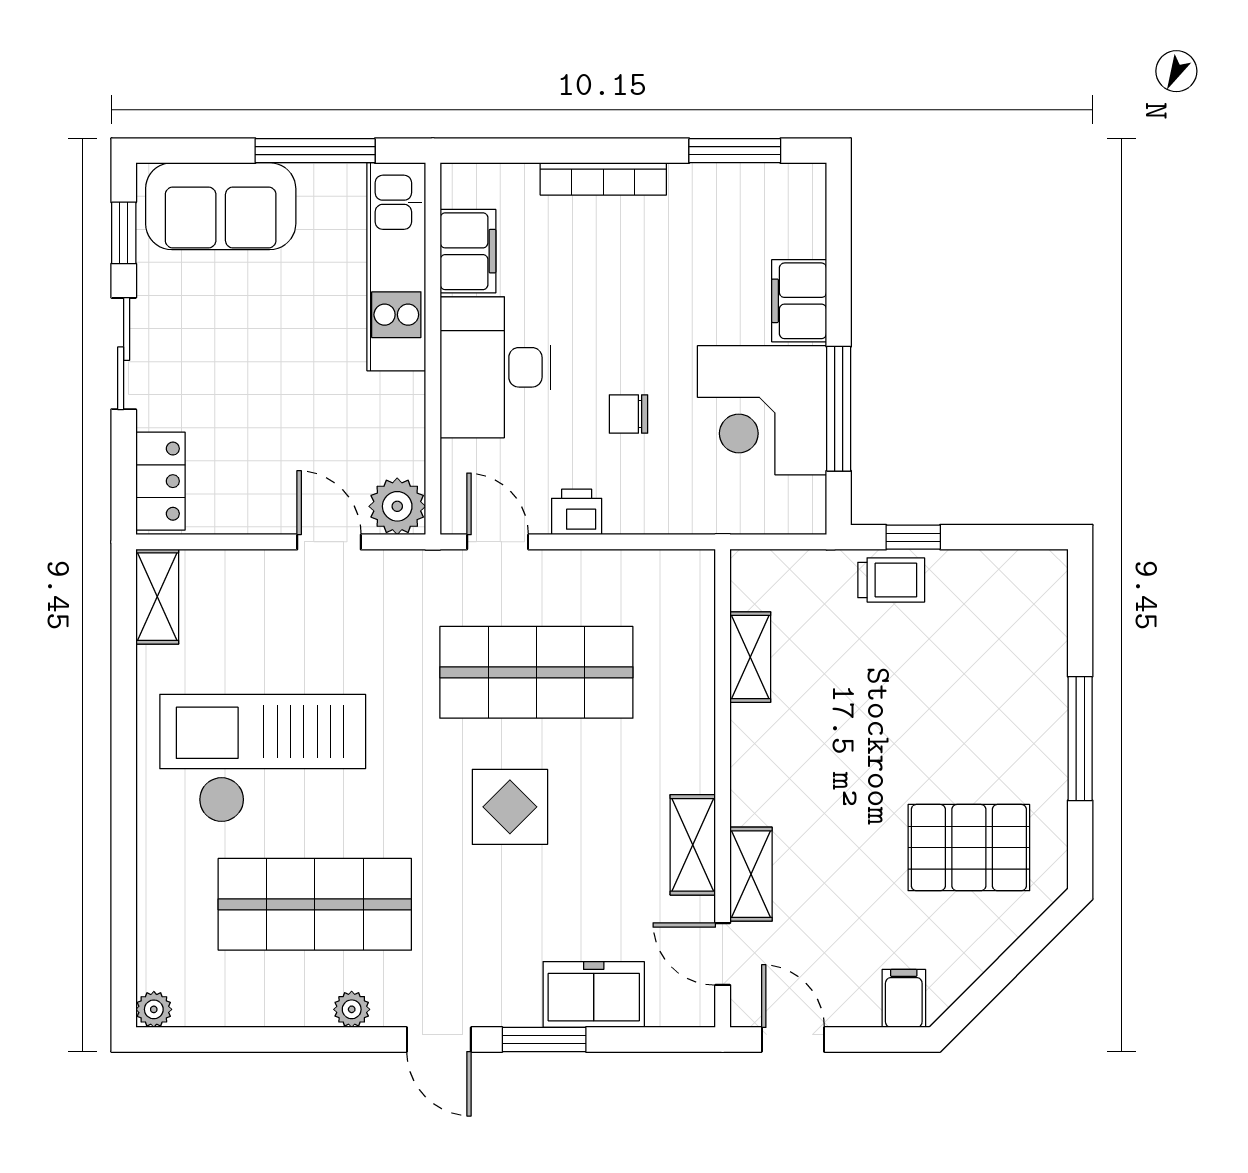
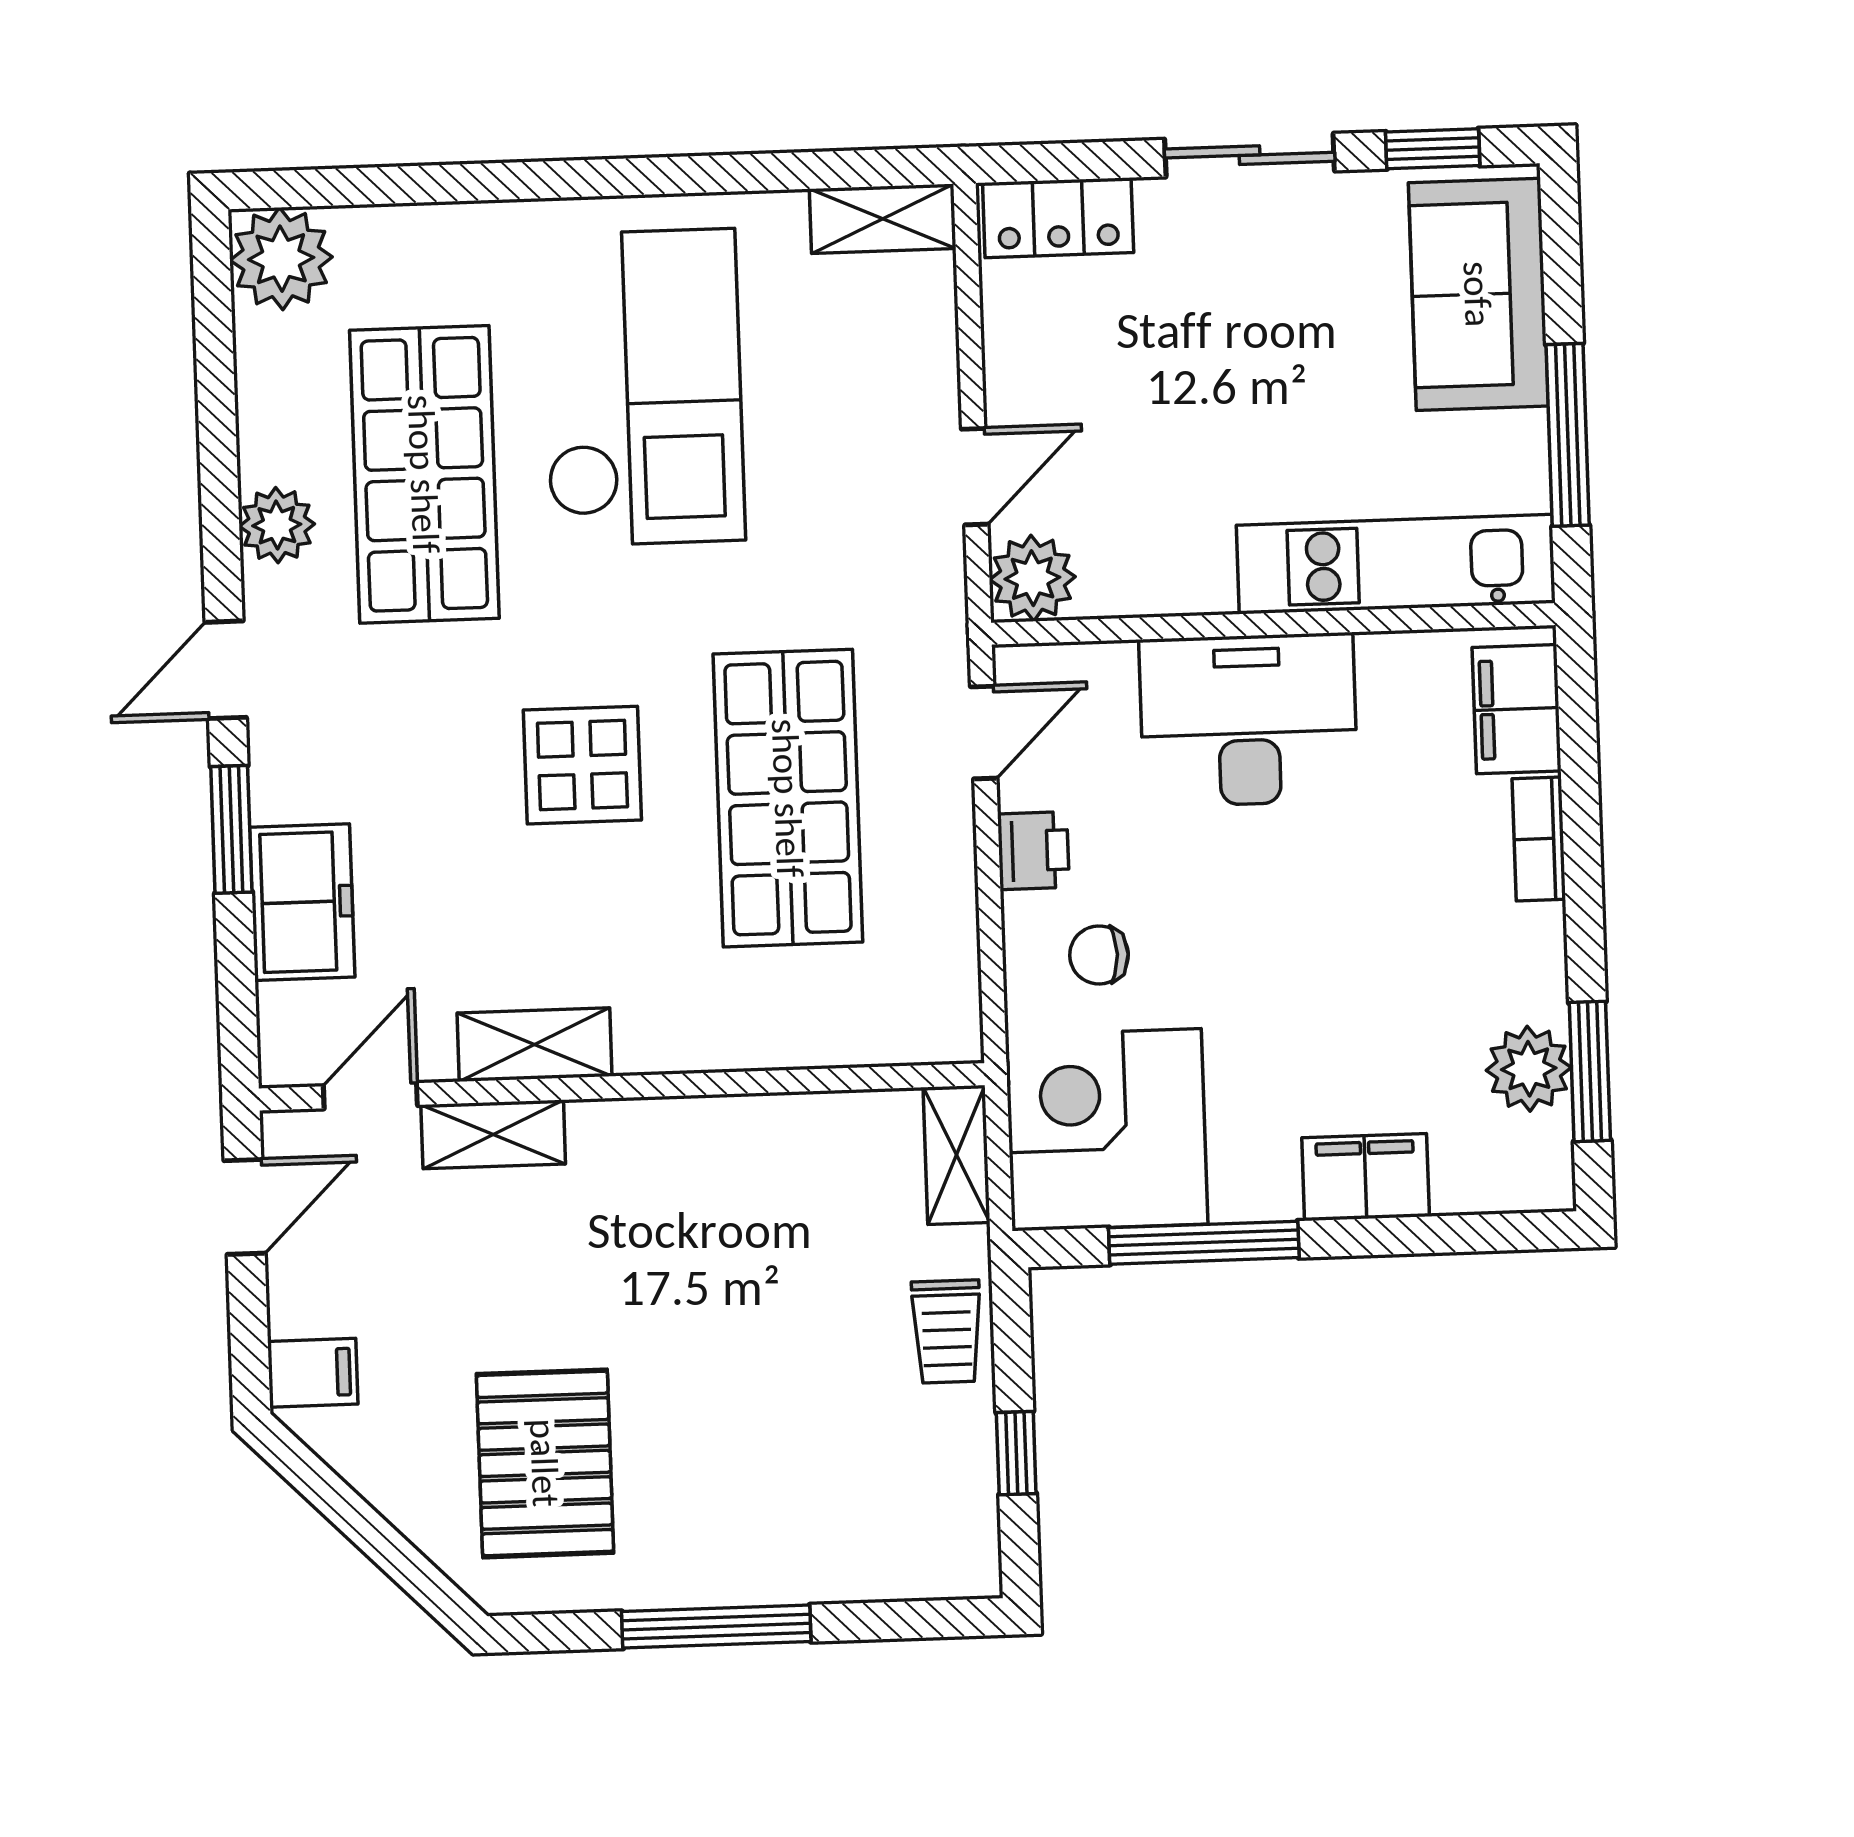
bookcase: (603, 179) -> (1539, 839), width x0.64
plant: (732, 191) -> (1529, 1069), added
filing cabinet: (468, 251) -> (1517, 709), moved, turned 90
corner desk: (762, 410) -> (1107, 1130), moved
chair: (628, 414) -> (1099, 955), moved, turned -90
window: (913, 537) -> (1016, 1453), moved
shelving: (750, 657) -> (956, 1155), moved, turned 90
plant: (154, 1009) -> (281, 259), width x1.88, depth x1.88
plant: (352, 1009) -> (277, 525), width x1.38, depth x1.38

